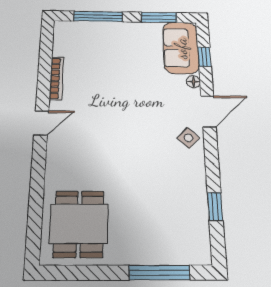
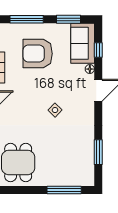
armchair: (114, 60) -> (38, 54), added
side table: (188, 138) -> (55, 110), moved
window: (215, 207) -> (98, 152), width x1.50

